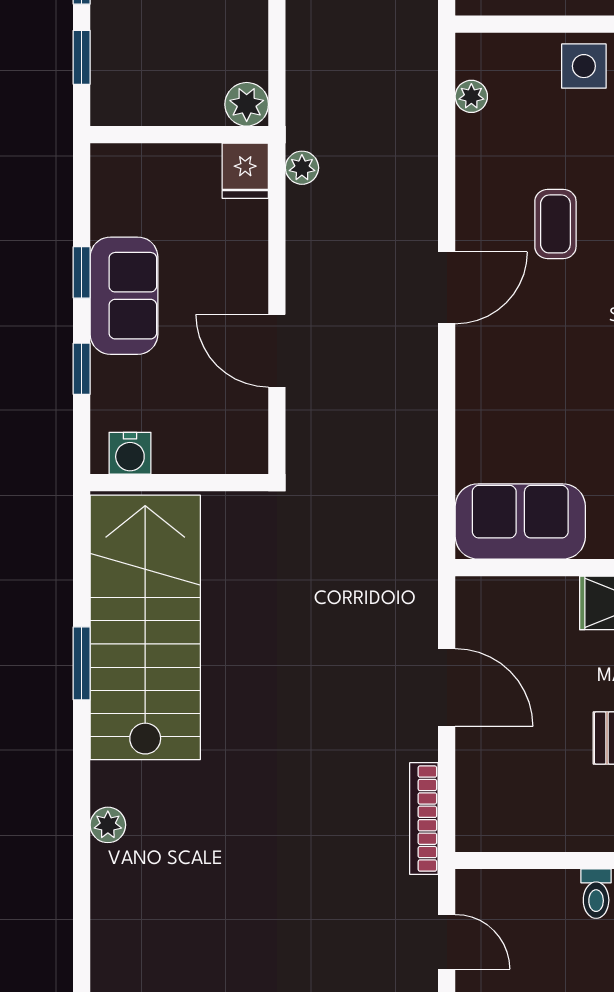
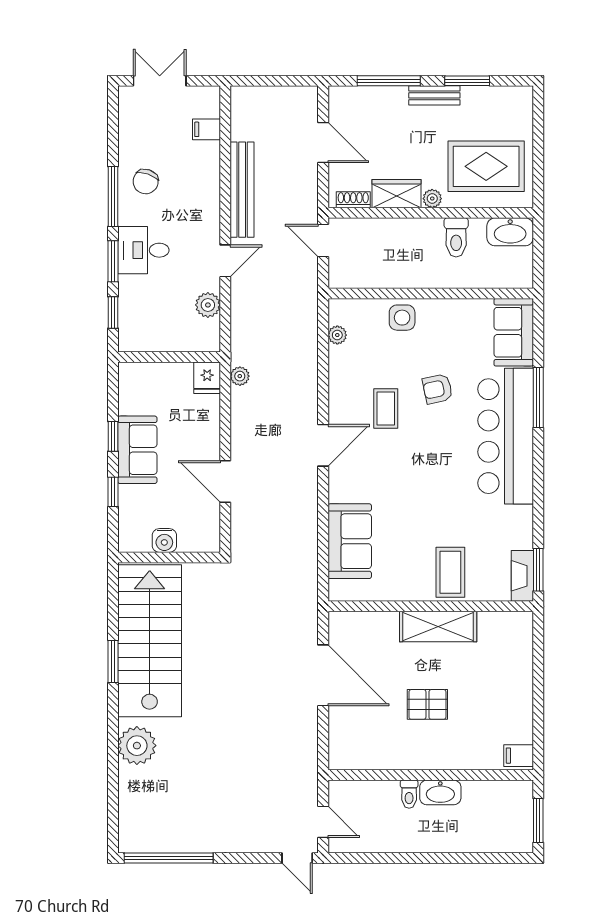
plant: (247, 104) -> (208, 305), moved
water cooler: (130, 453) -> (164, 540), moved
sofa: (520, 521) -> (350, 541), moved, turned 90
door: (447, 687) -> (323, 675), width x1.36
bookcase: (424, 819) -> (310, 751), removed
plant: (108, 825) -> (137, 746), width x1.87, depth x1.87

